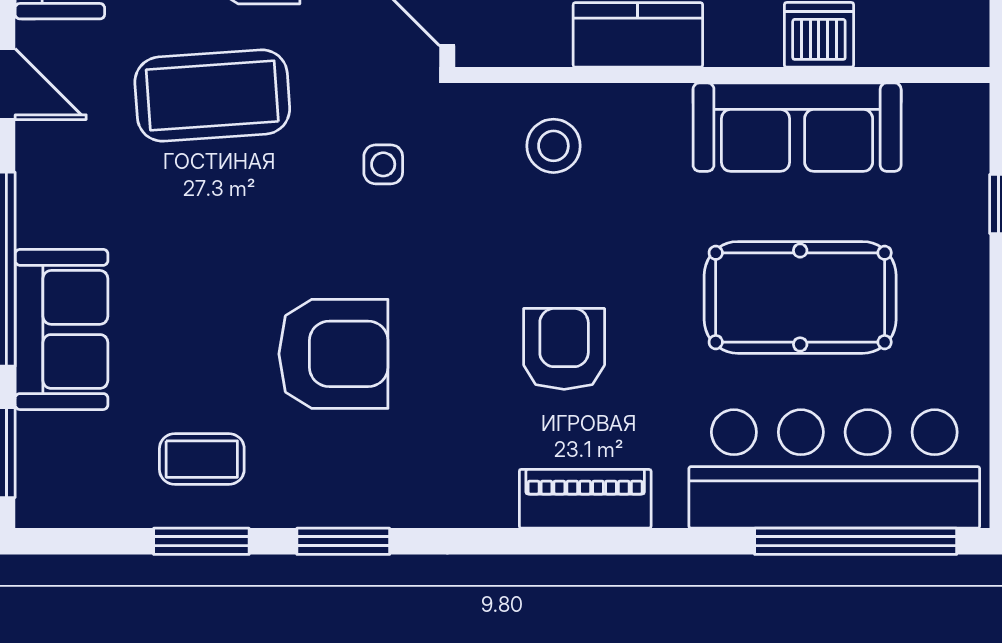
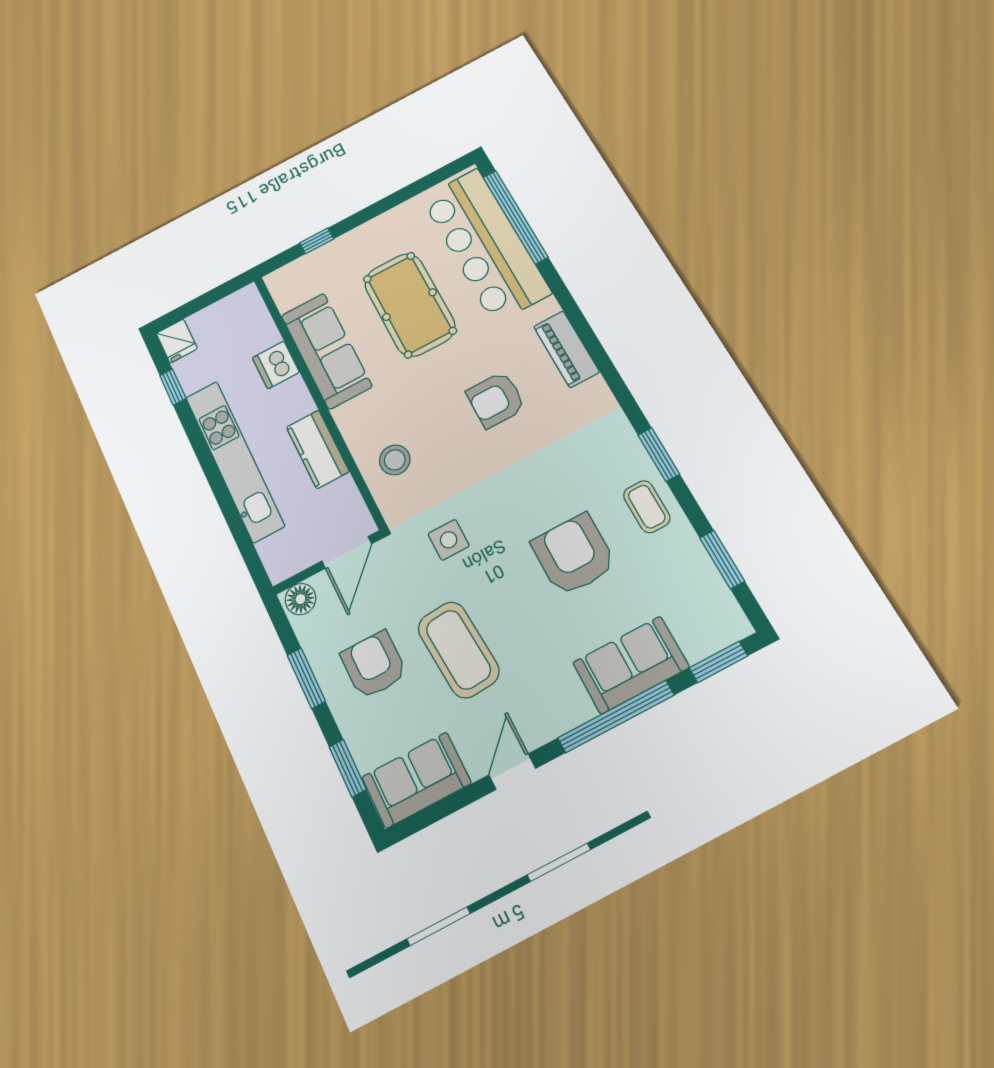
side table: (383, 164) -> (449, 540), width x1.37, depth x1.37
armchair: (333, 354) -> (574, 555), moved
coffee table: (202, 459) -> (647, 507), moved
window: (201, 541) -> (722, 559), moved

